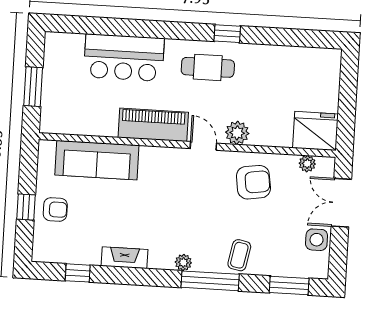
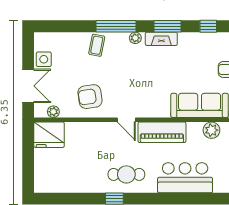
plant: (237, 133) -> (211, 130), moved
fireplace: (125, 258) -> (161, 39), moved
window: (289, 286) -> (167, 26), moved

